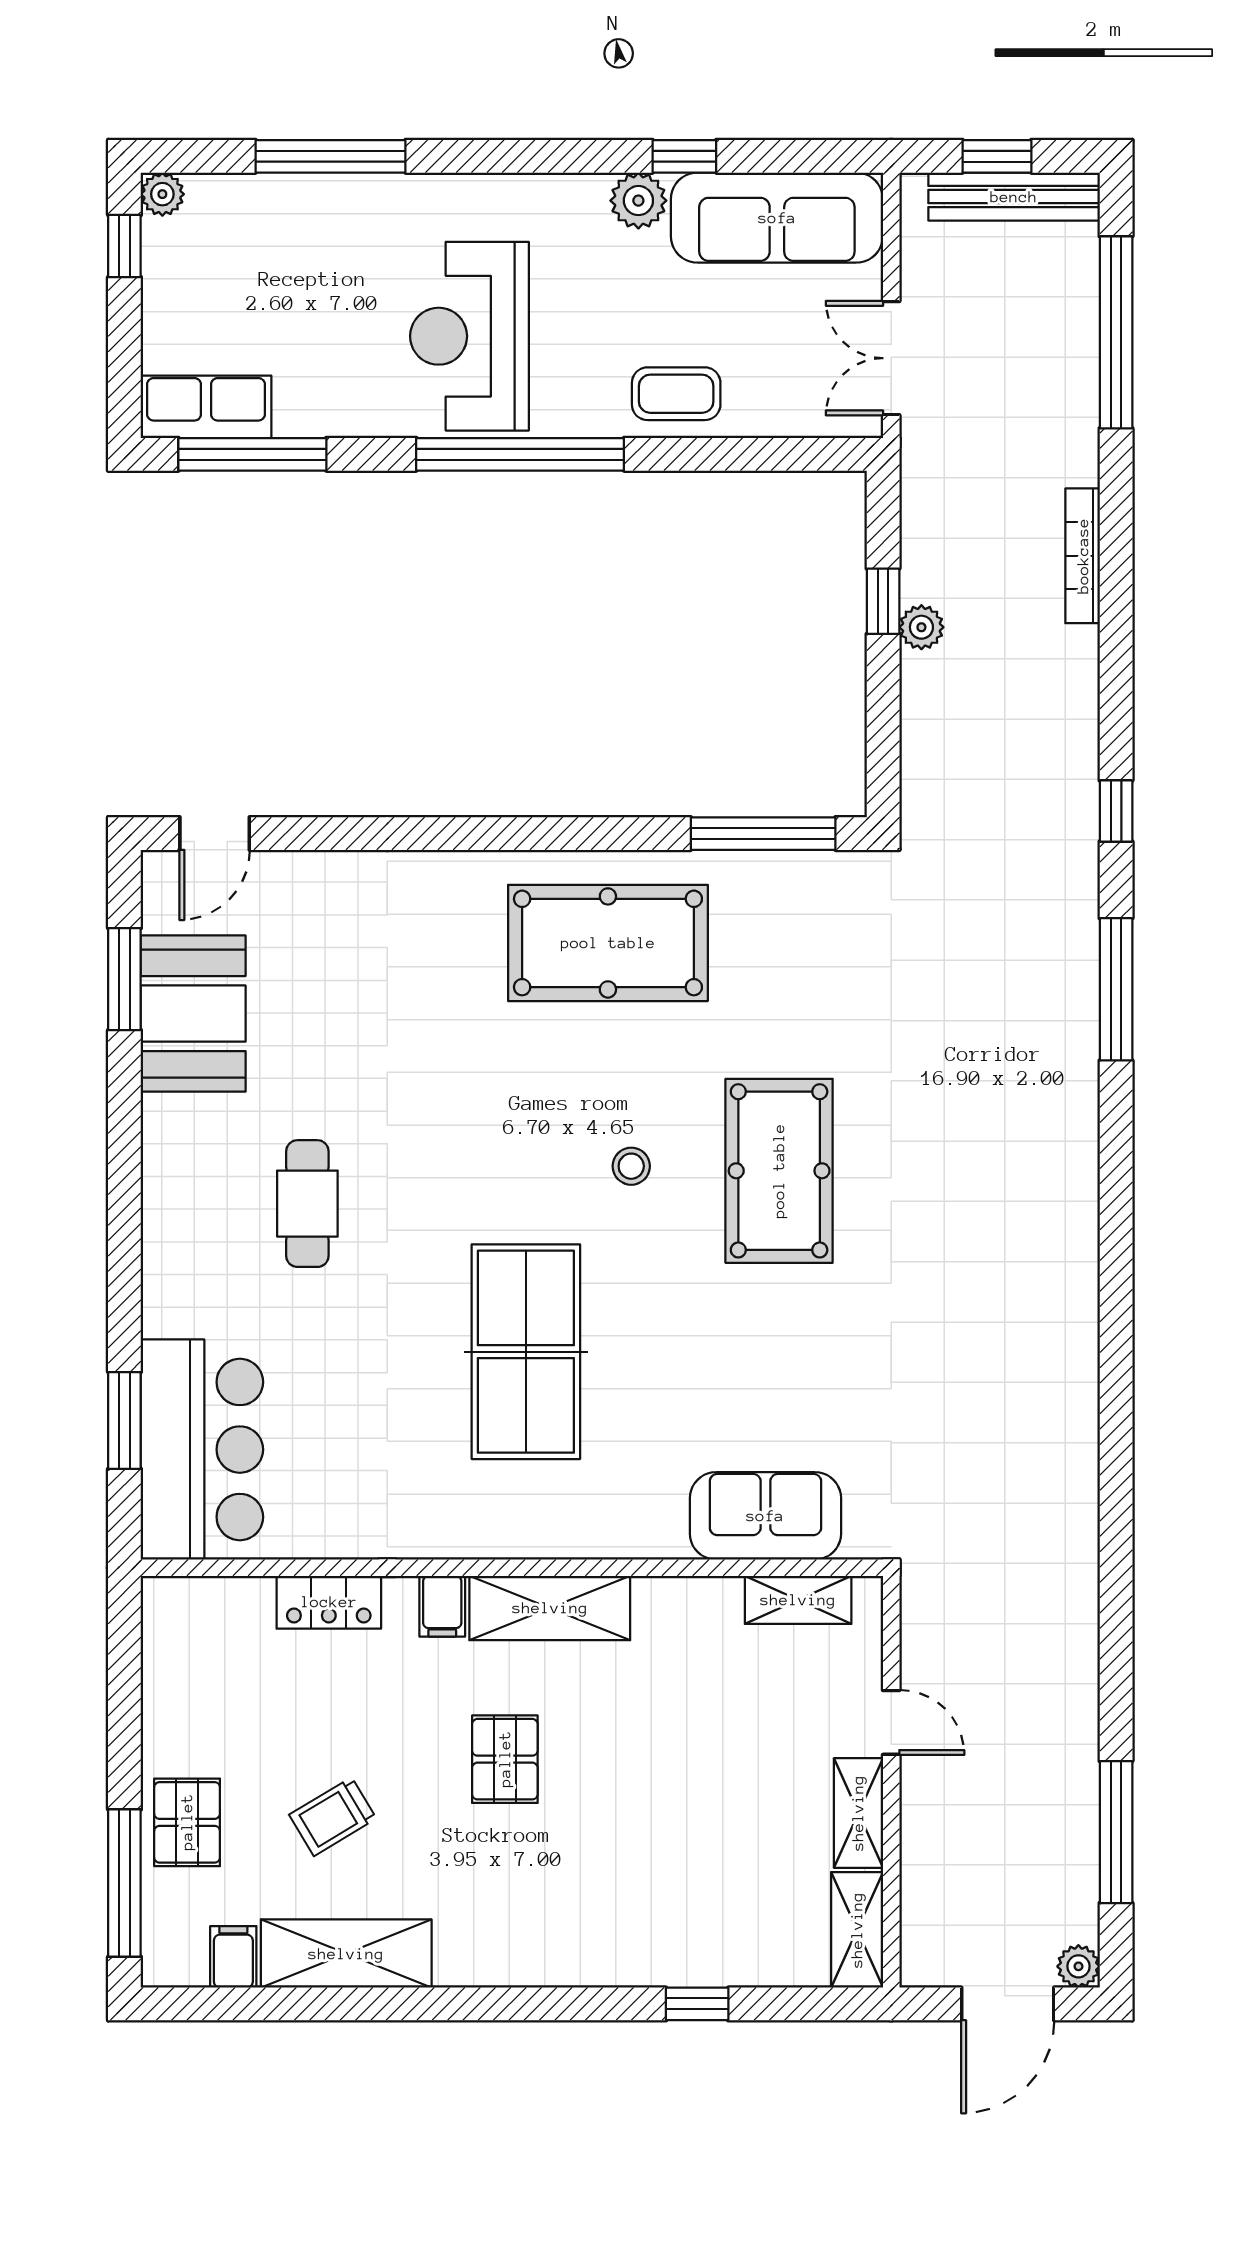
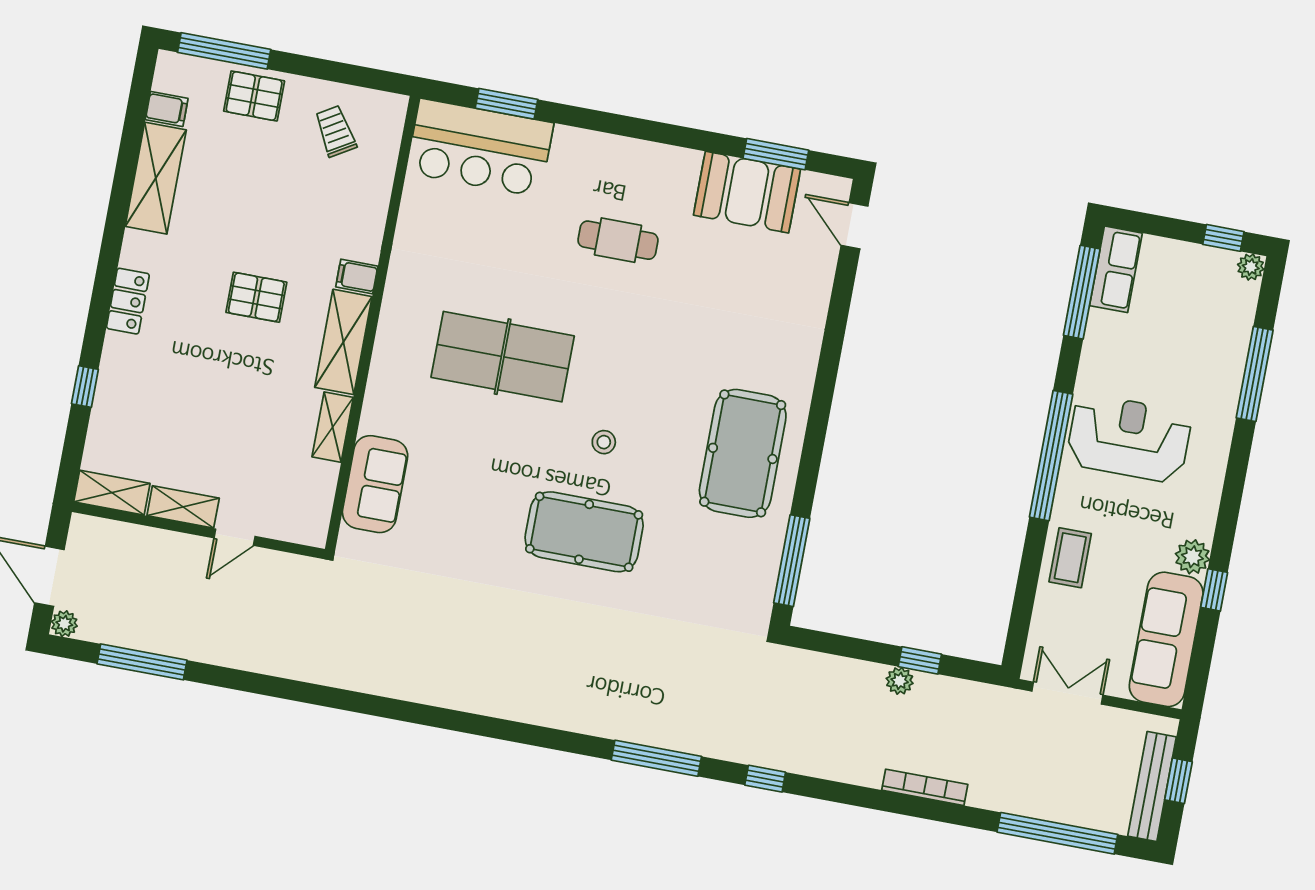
shelving: (798, 1600) -> (333, 427), moved
locker: (329, 1602) -> (128, 301), moved, turned 180
trolley: (333, 1817) -> (335, 131), moved

